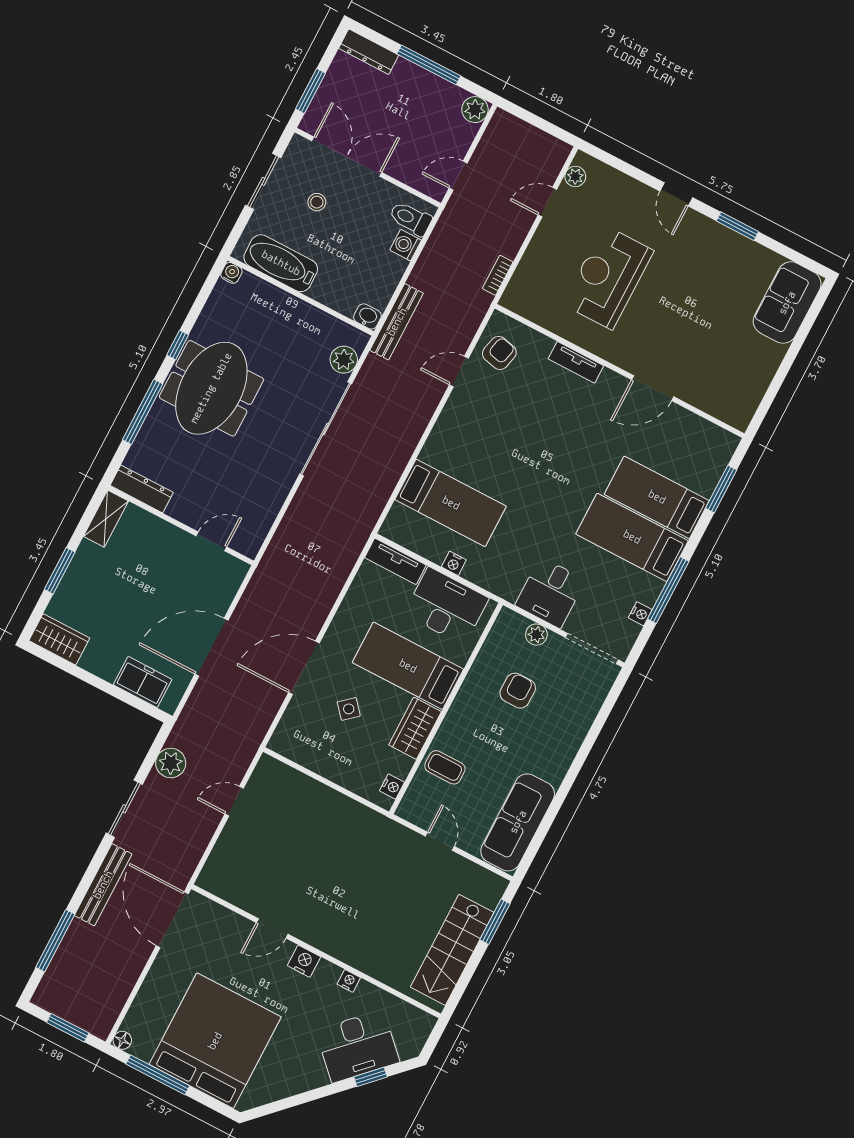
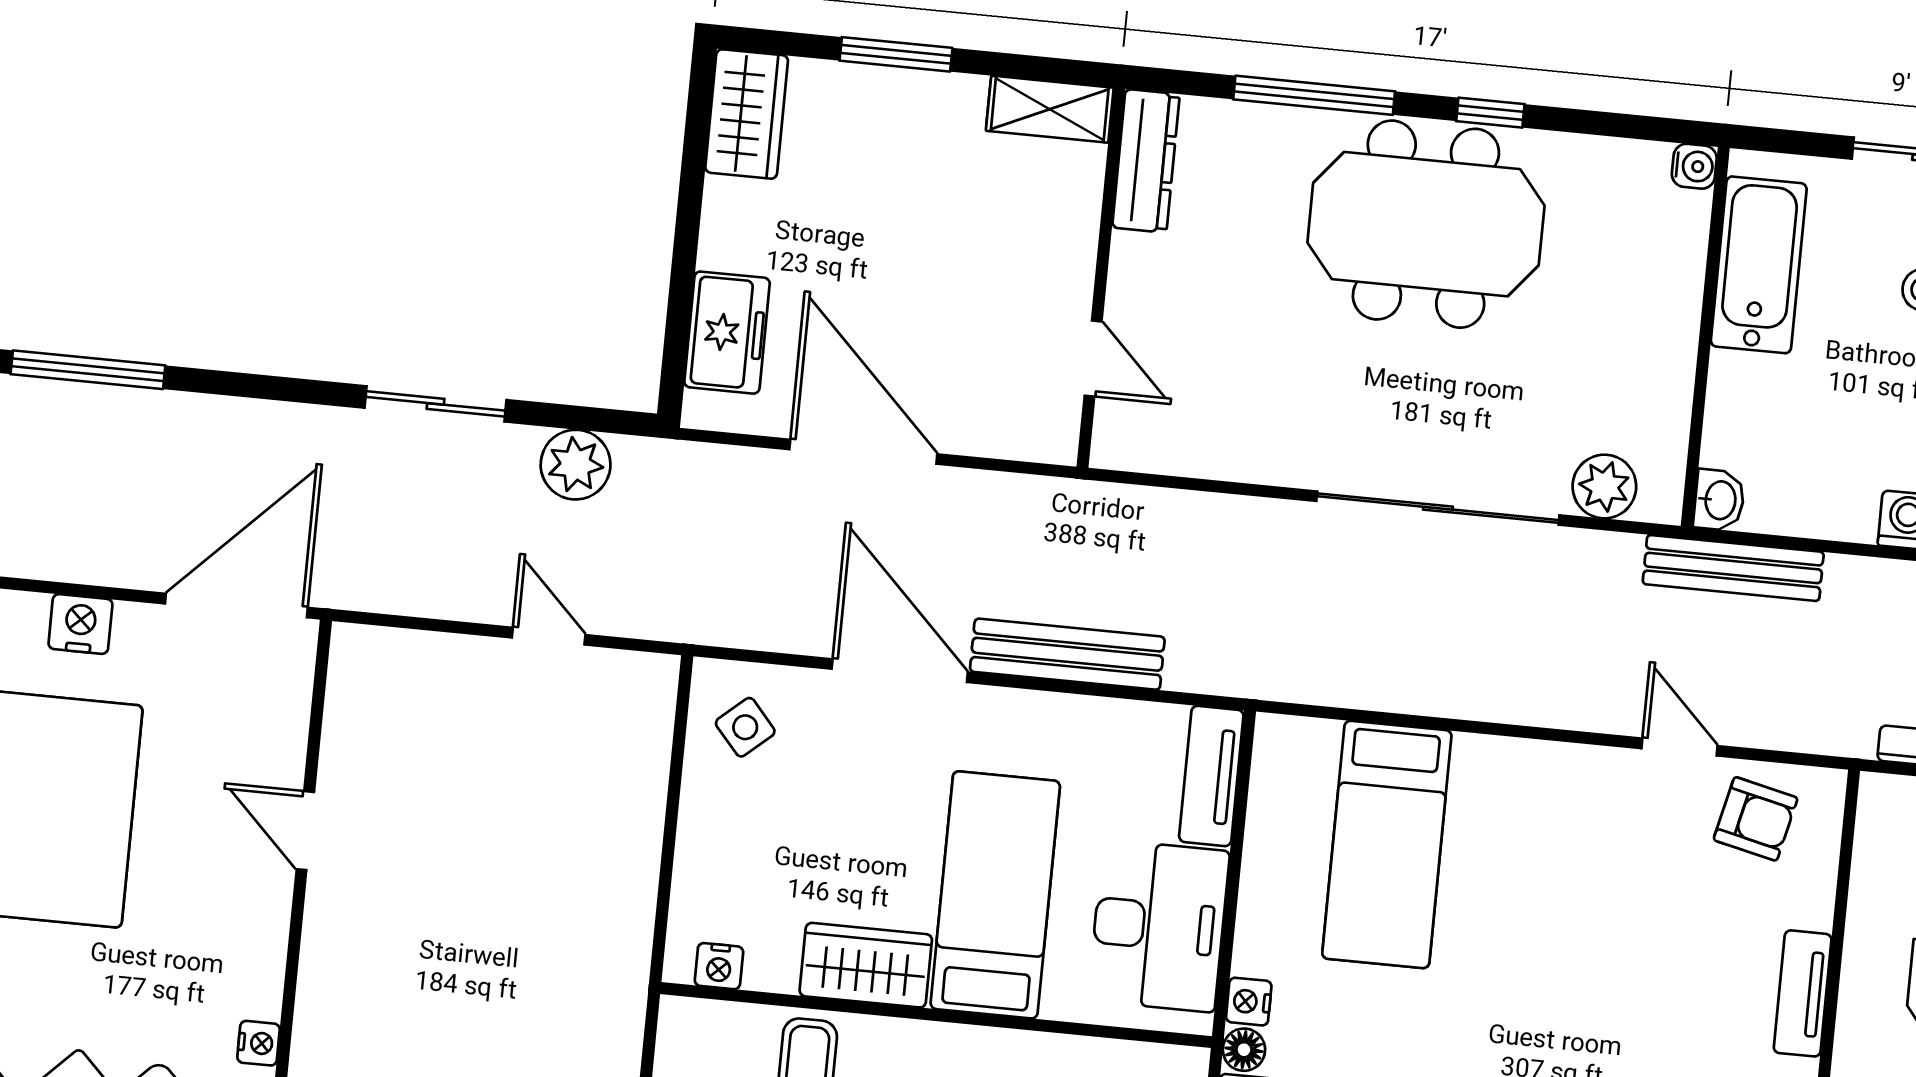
nightstand: (454, 563) -> (1249, 1002), moved
floor lamp: (509, 592) -> (1244, 1050), added
side table: (349, 709) -> (745, 727), moved
bench: (103, 885) -> (1067, 654), moved
nightstand: (304, 961) -> (80, 624), moved, turned -90

